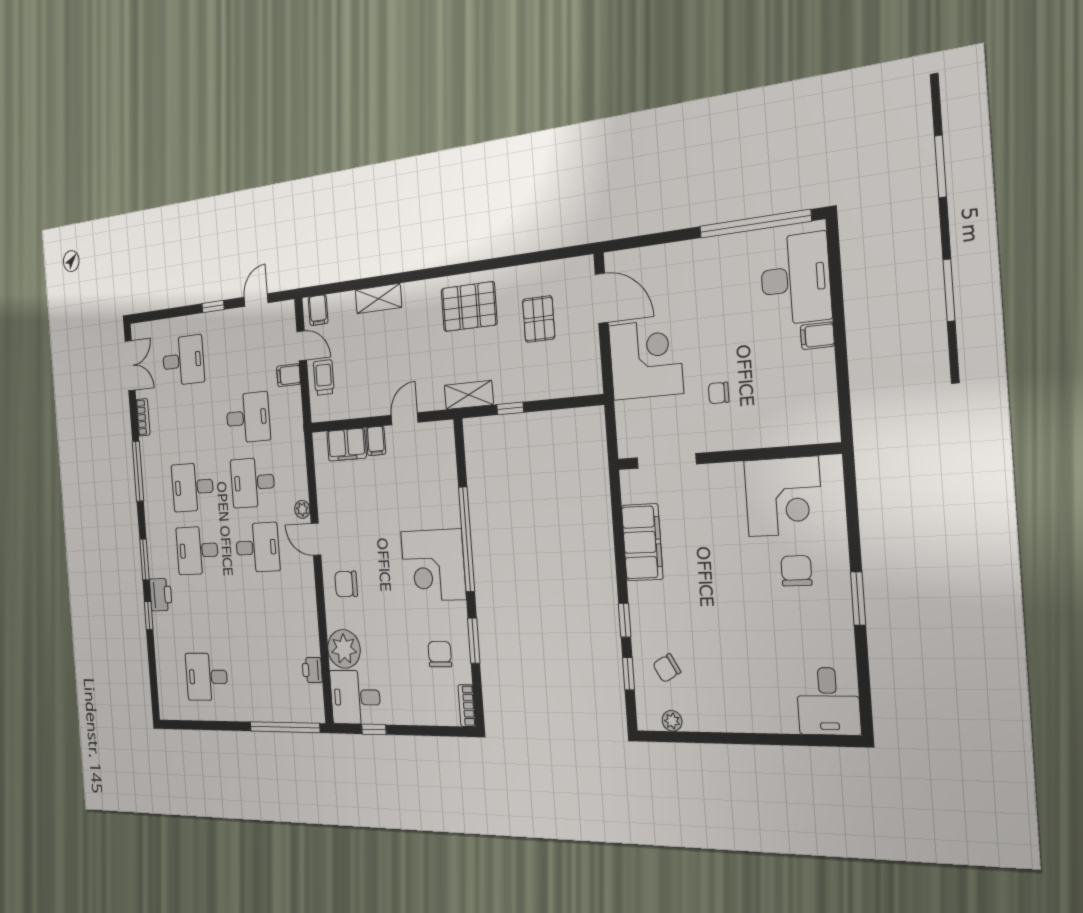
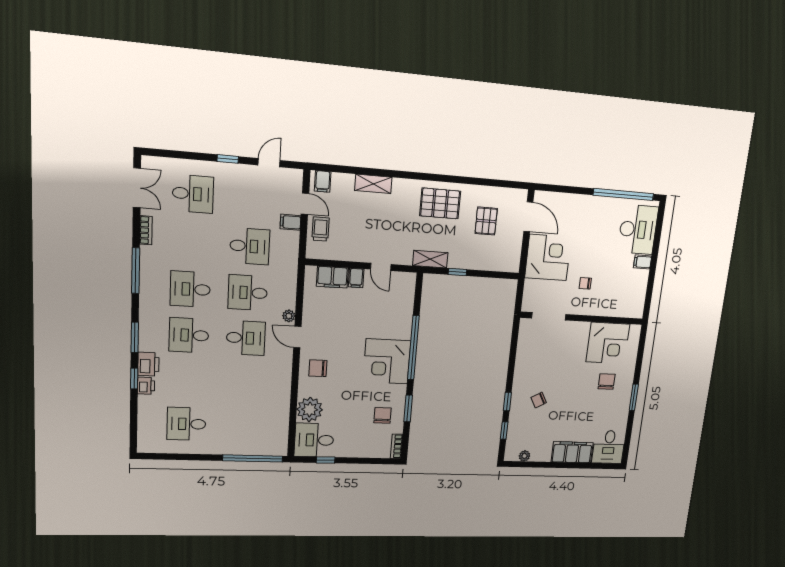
door: (405, 419) -> (381, 267), swing flipped
filing cabinet: (642, 542) -> (572, 452), moved, turned -90
chair: (667, 668) -> (539, 400), moved
printer: (312, 670) -> (146, 386), moved, turned 180

